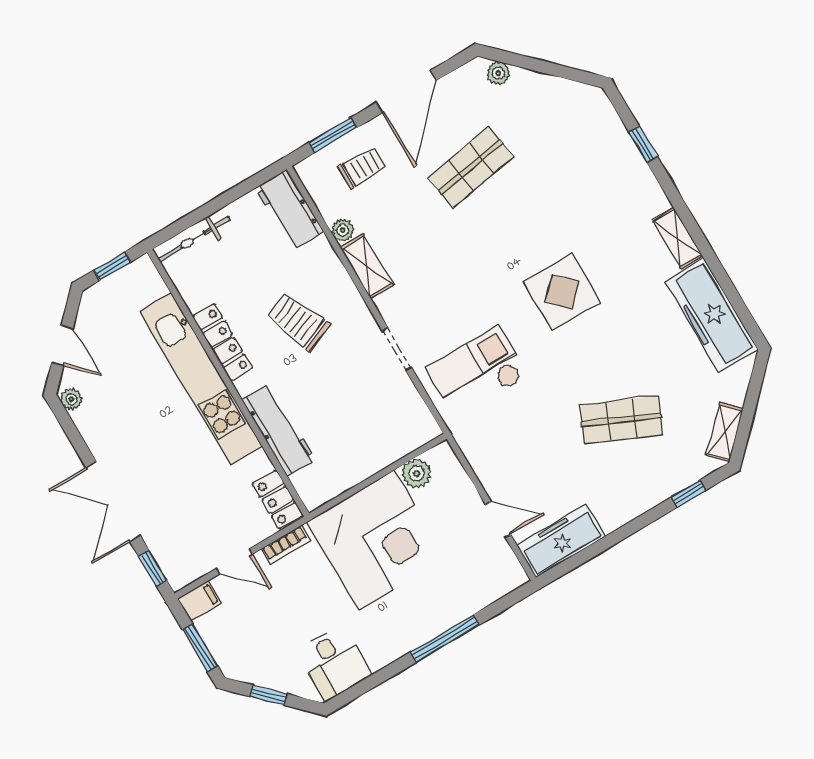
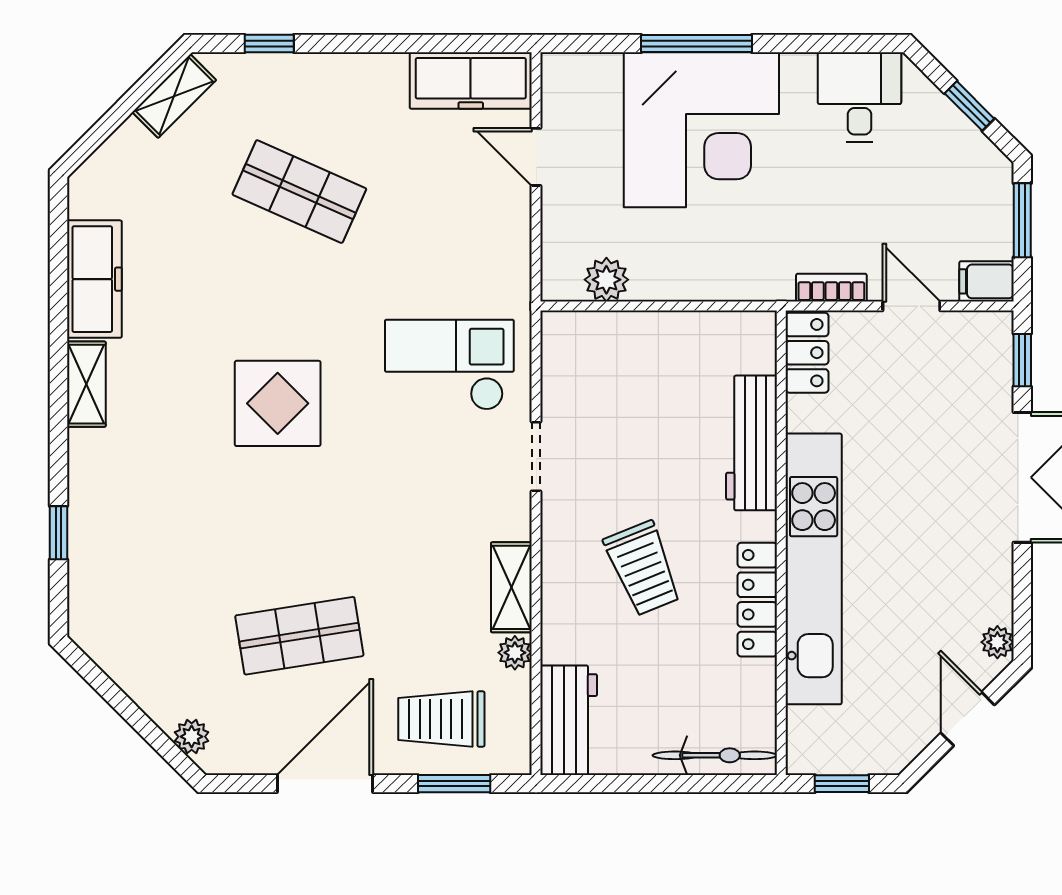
trolley: (362, 168) -> (441, 719), width x1.36, depth x1.39
freezer: (711, 315) -> (94, 279), width x0.73, depth x0.79
checkout: (477, 372) -> (449, 365), turned 180
corner desk: (377, 540) -> (701, 130), moved, turned 180

